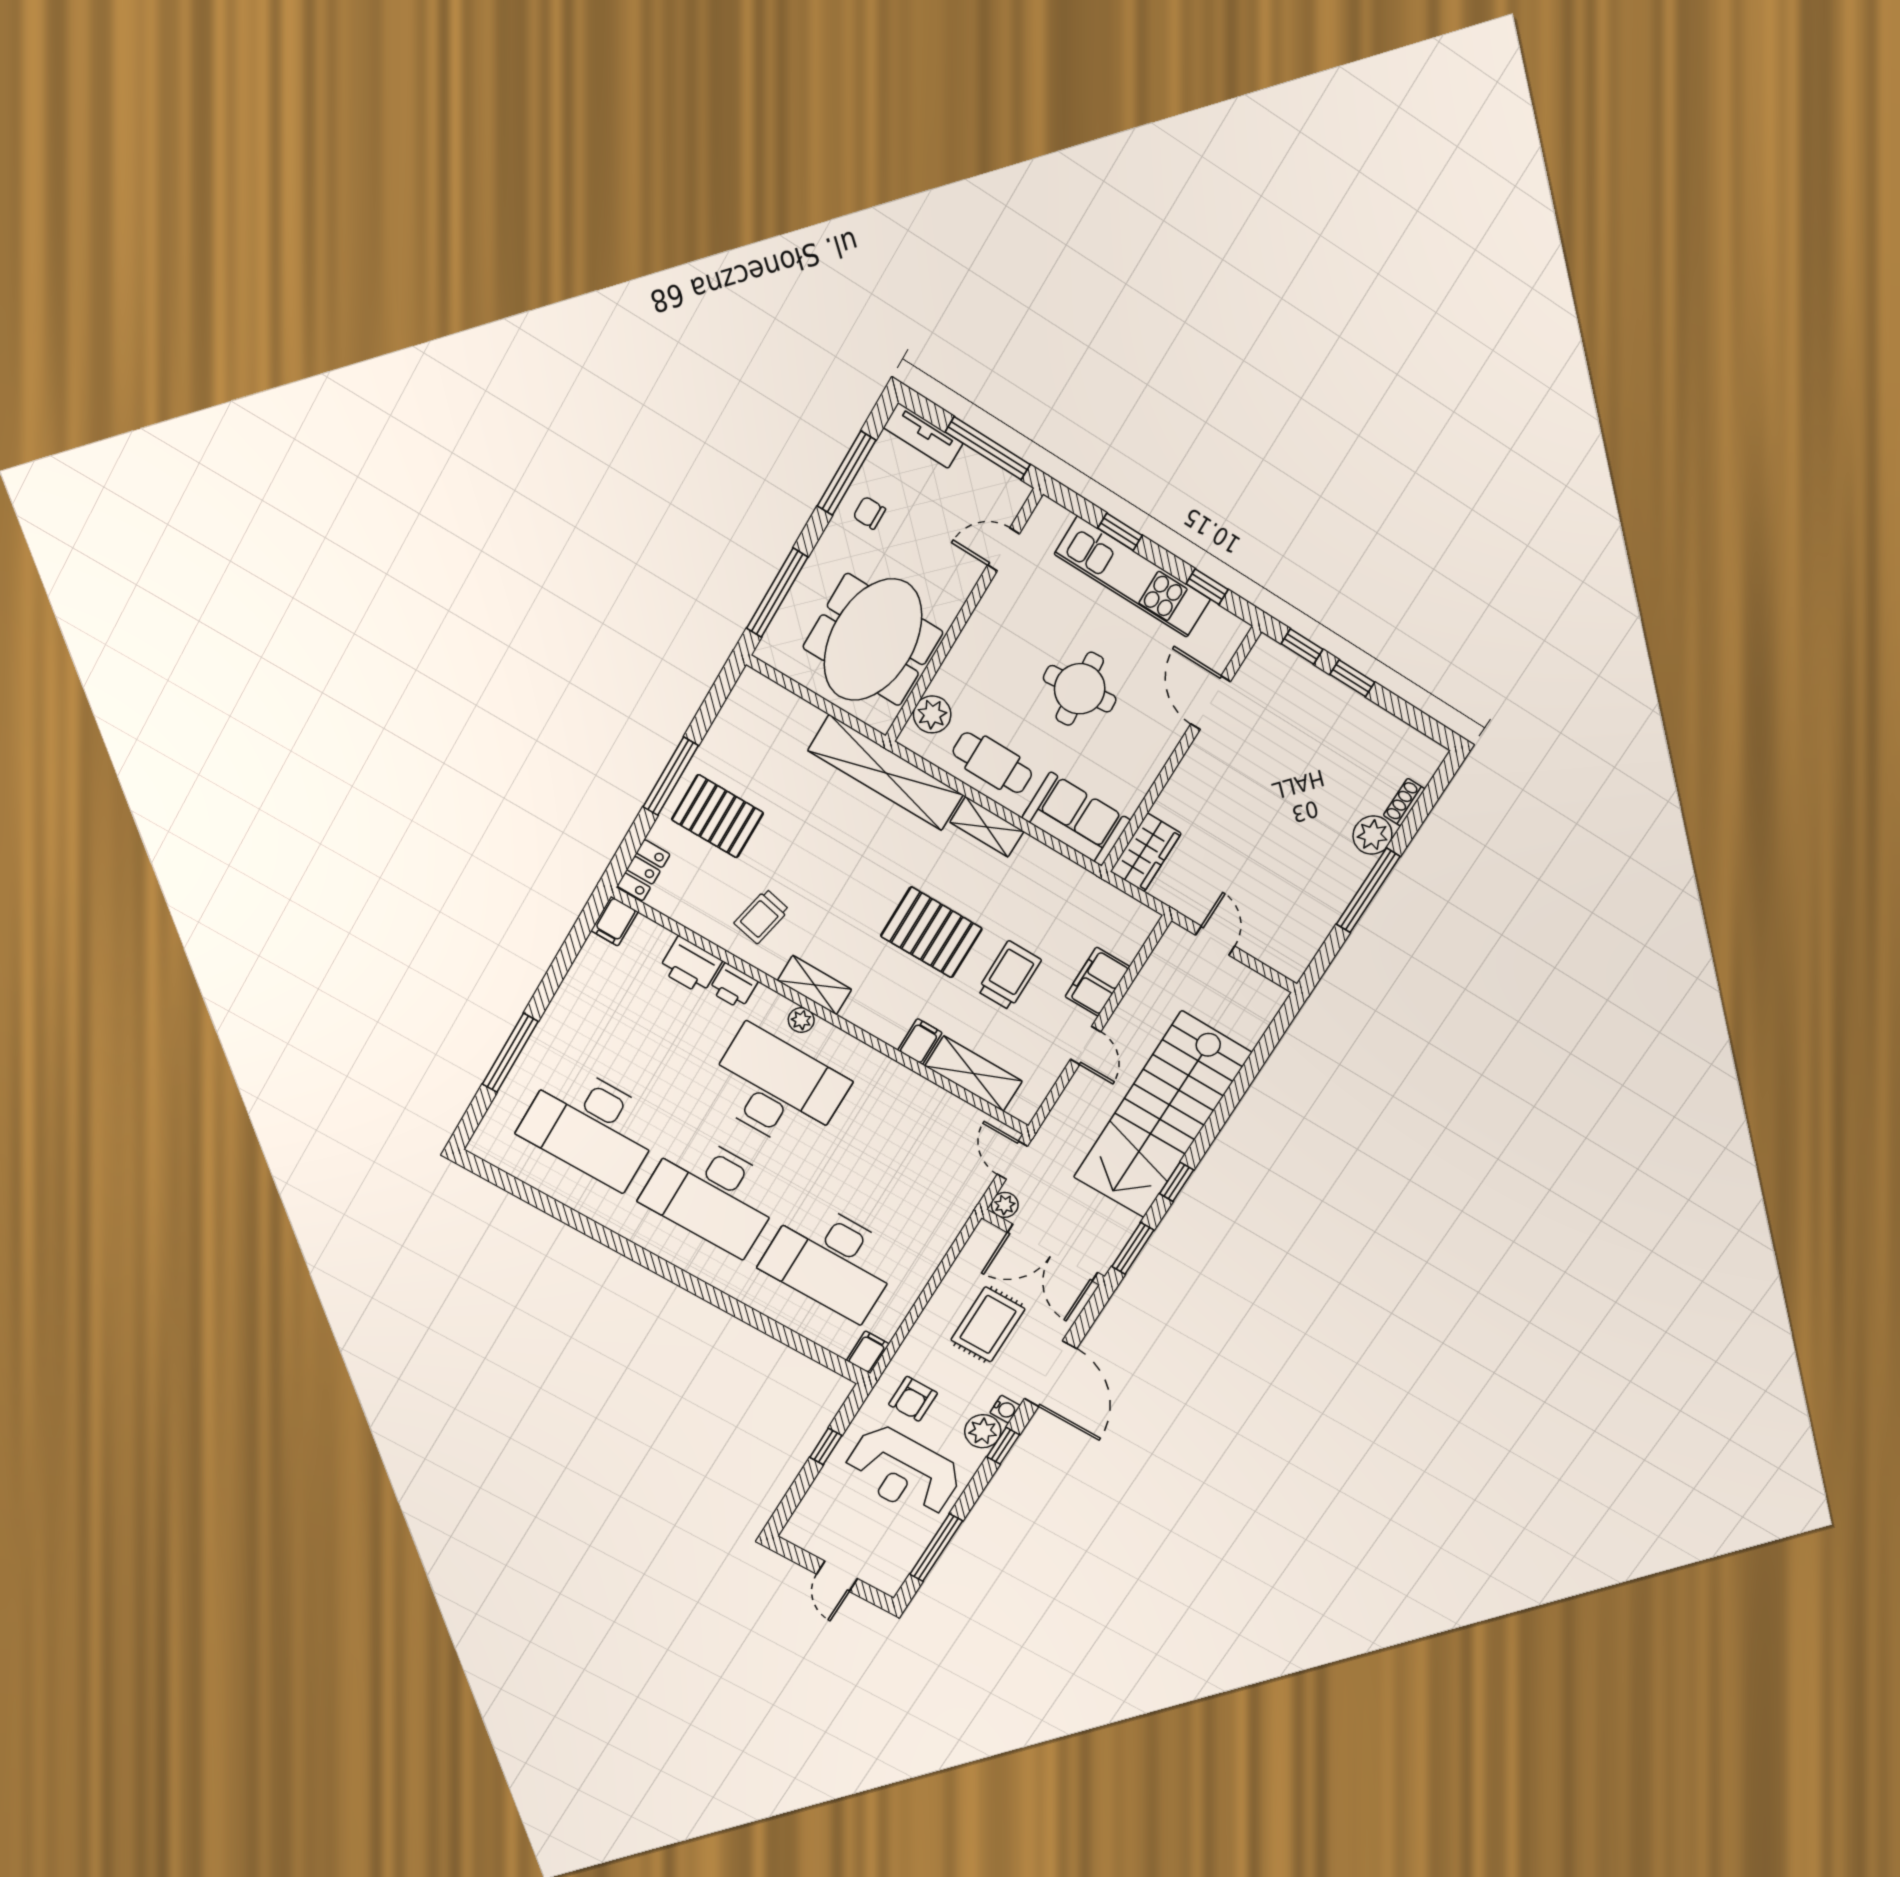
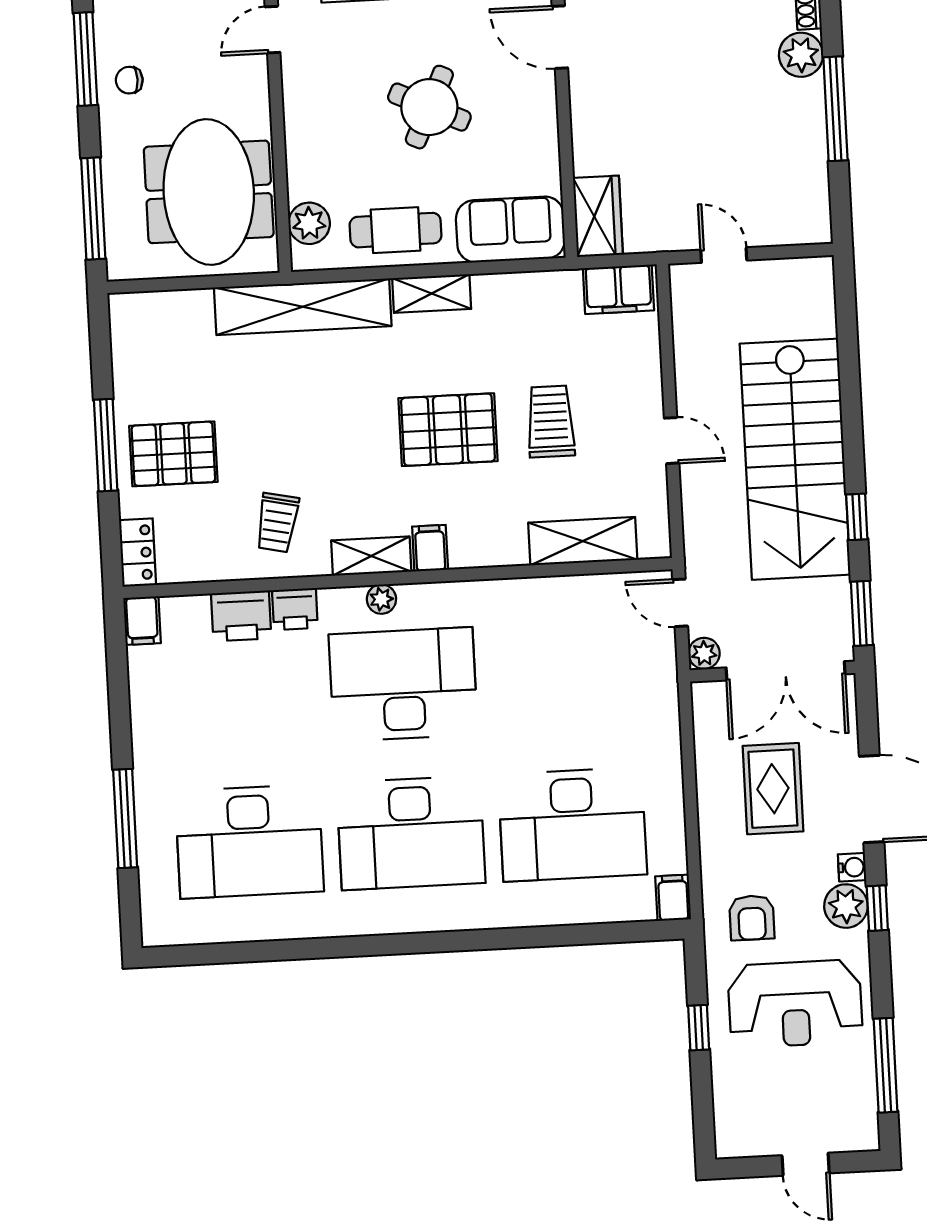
round table: (1080, 689) -> (429, 107), turned 30
filing cabinet: (1097, 982) -> (618, 289), moved, turned -90
filing cabinet: (920, 1042) -> (430, 548), moved

